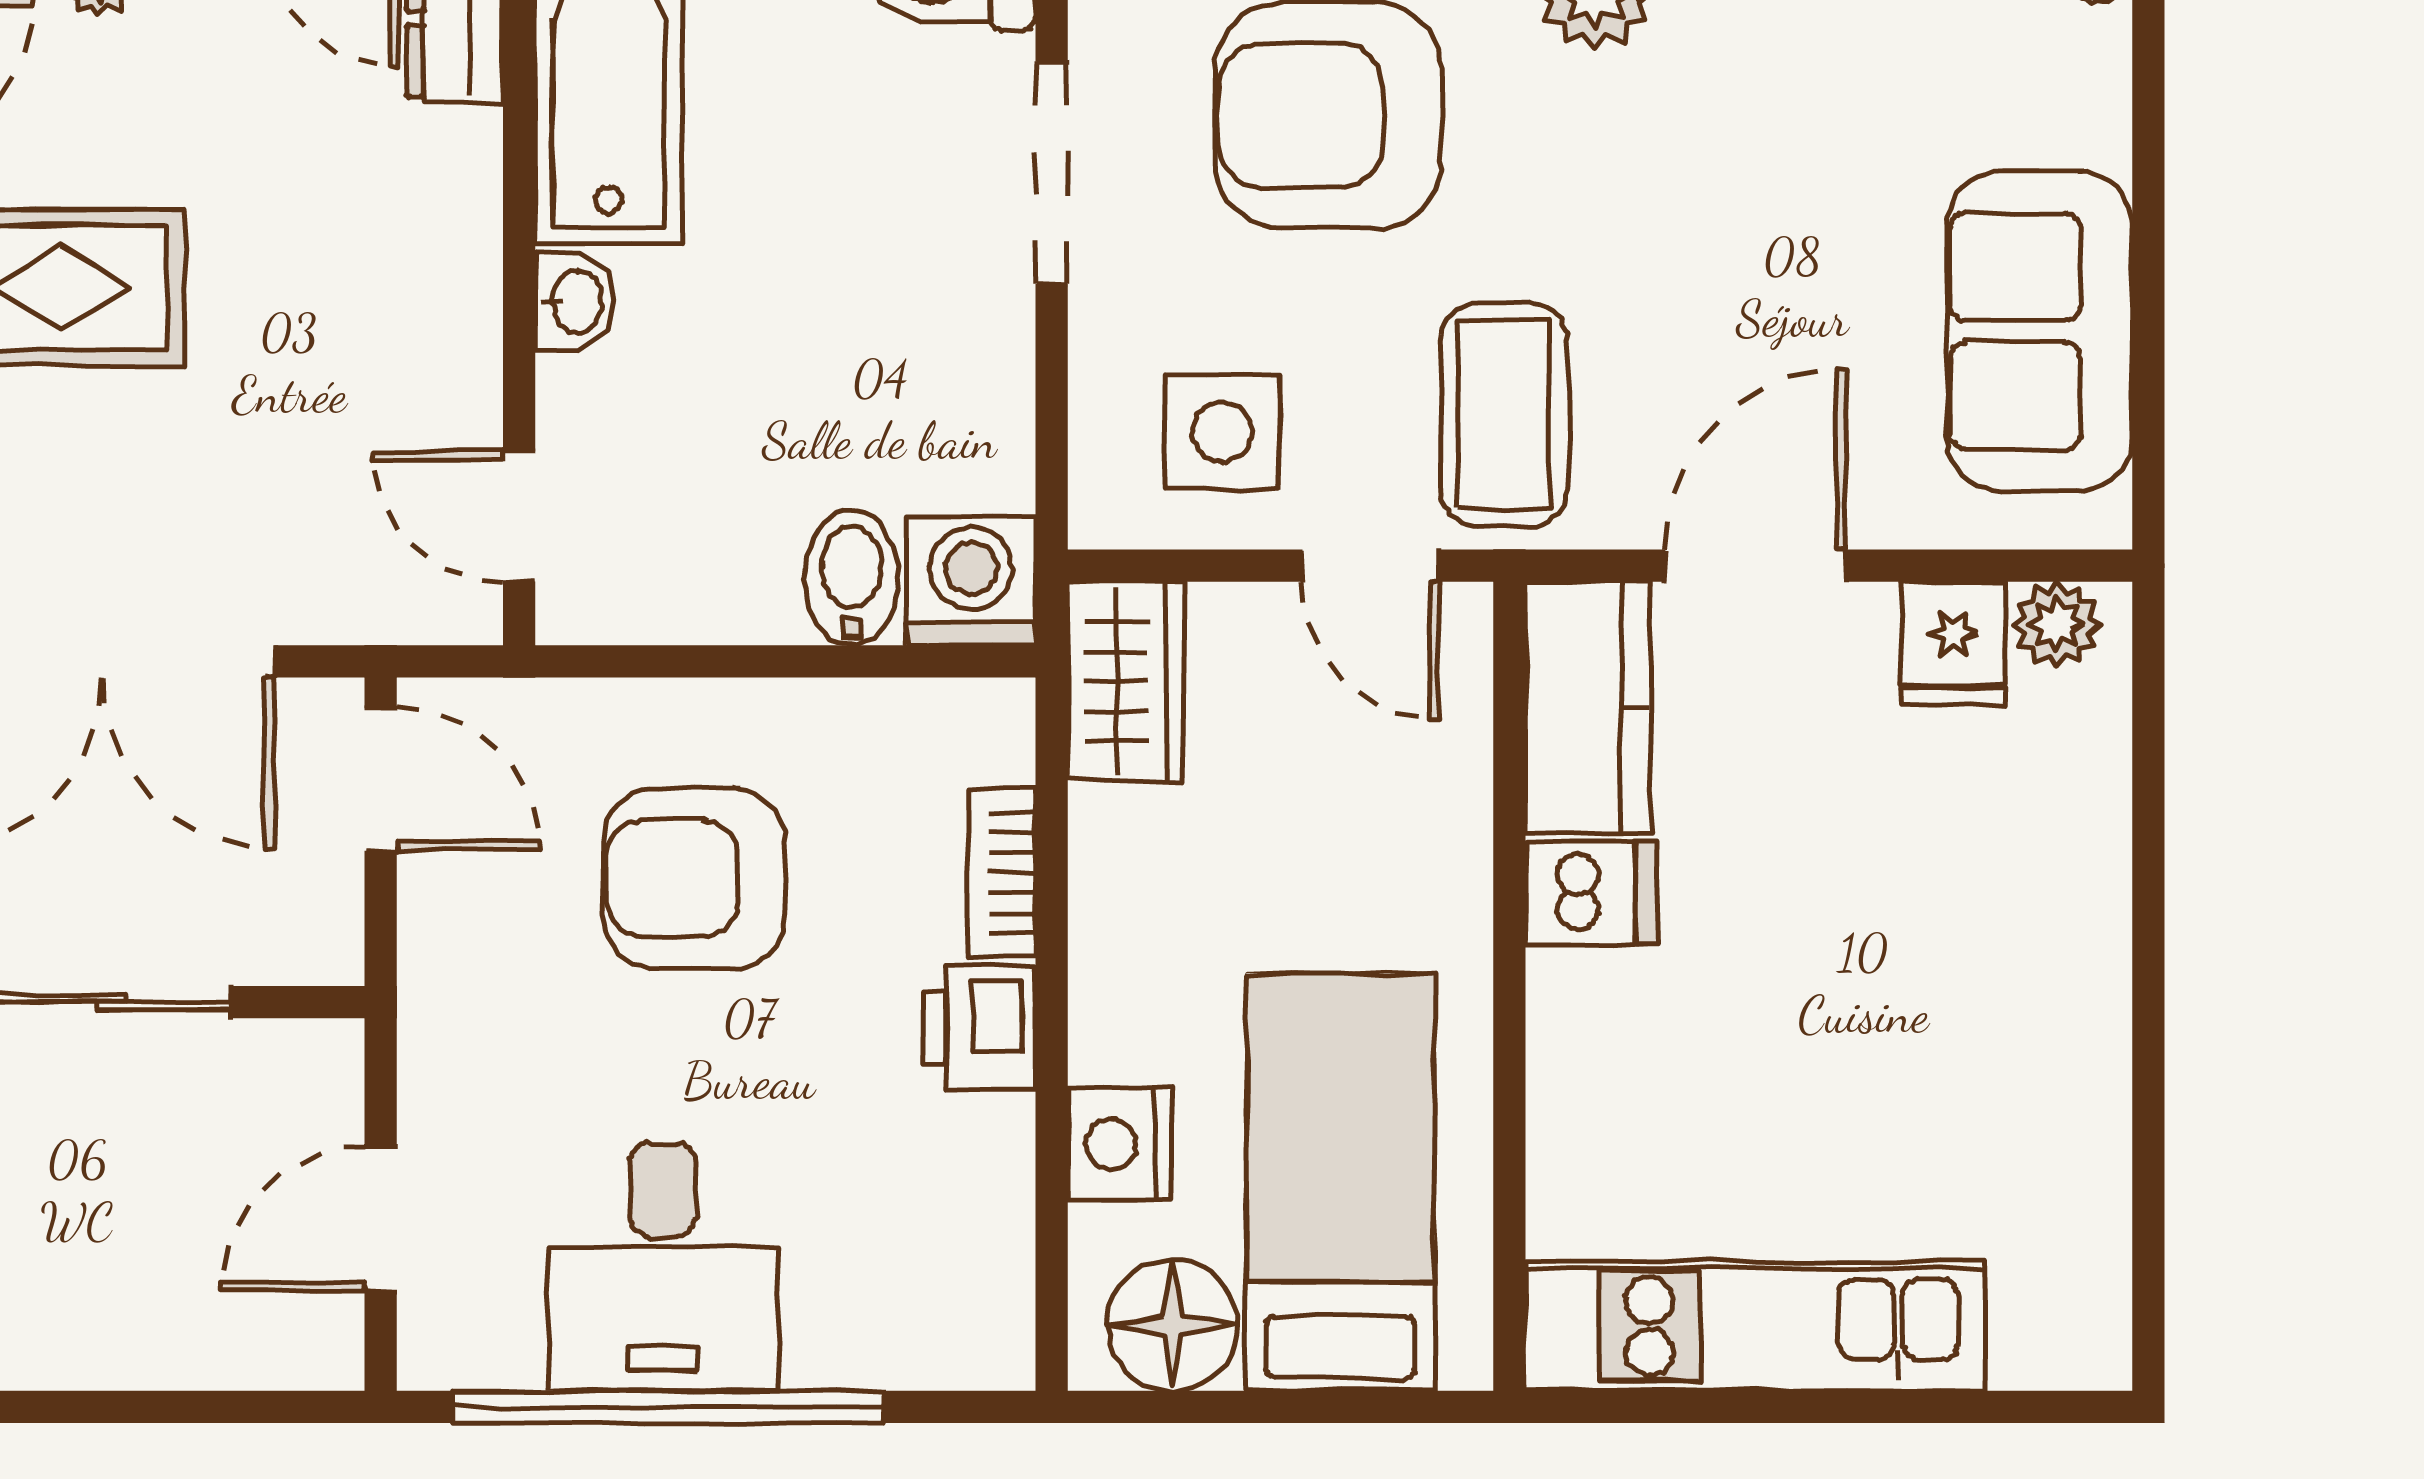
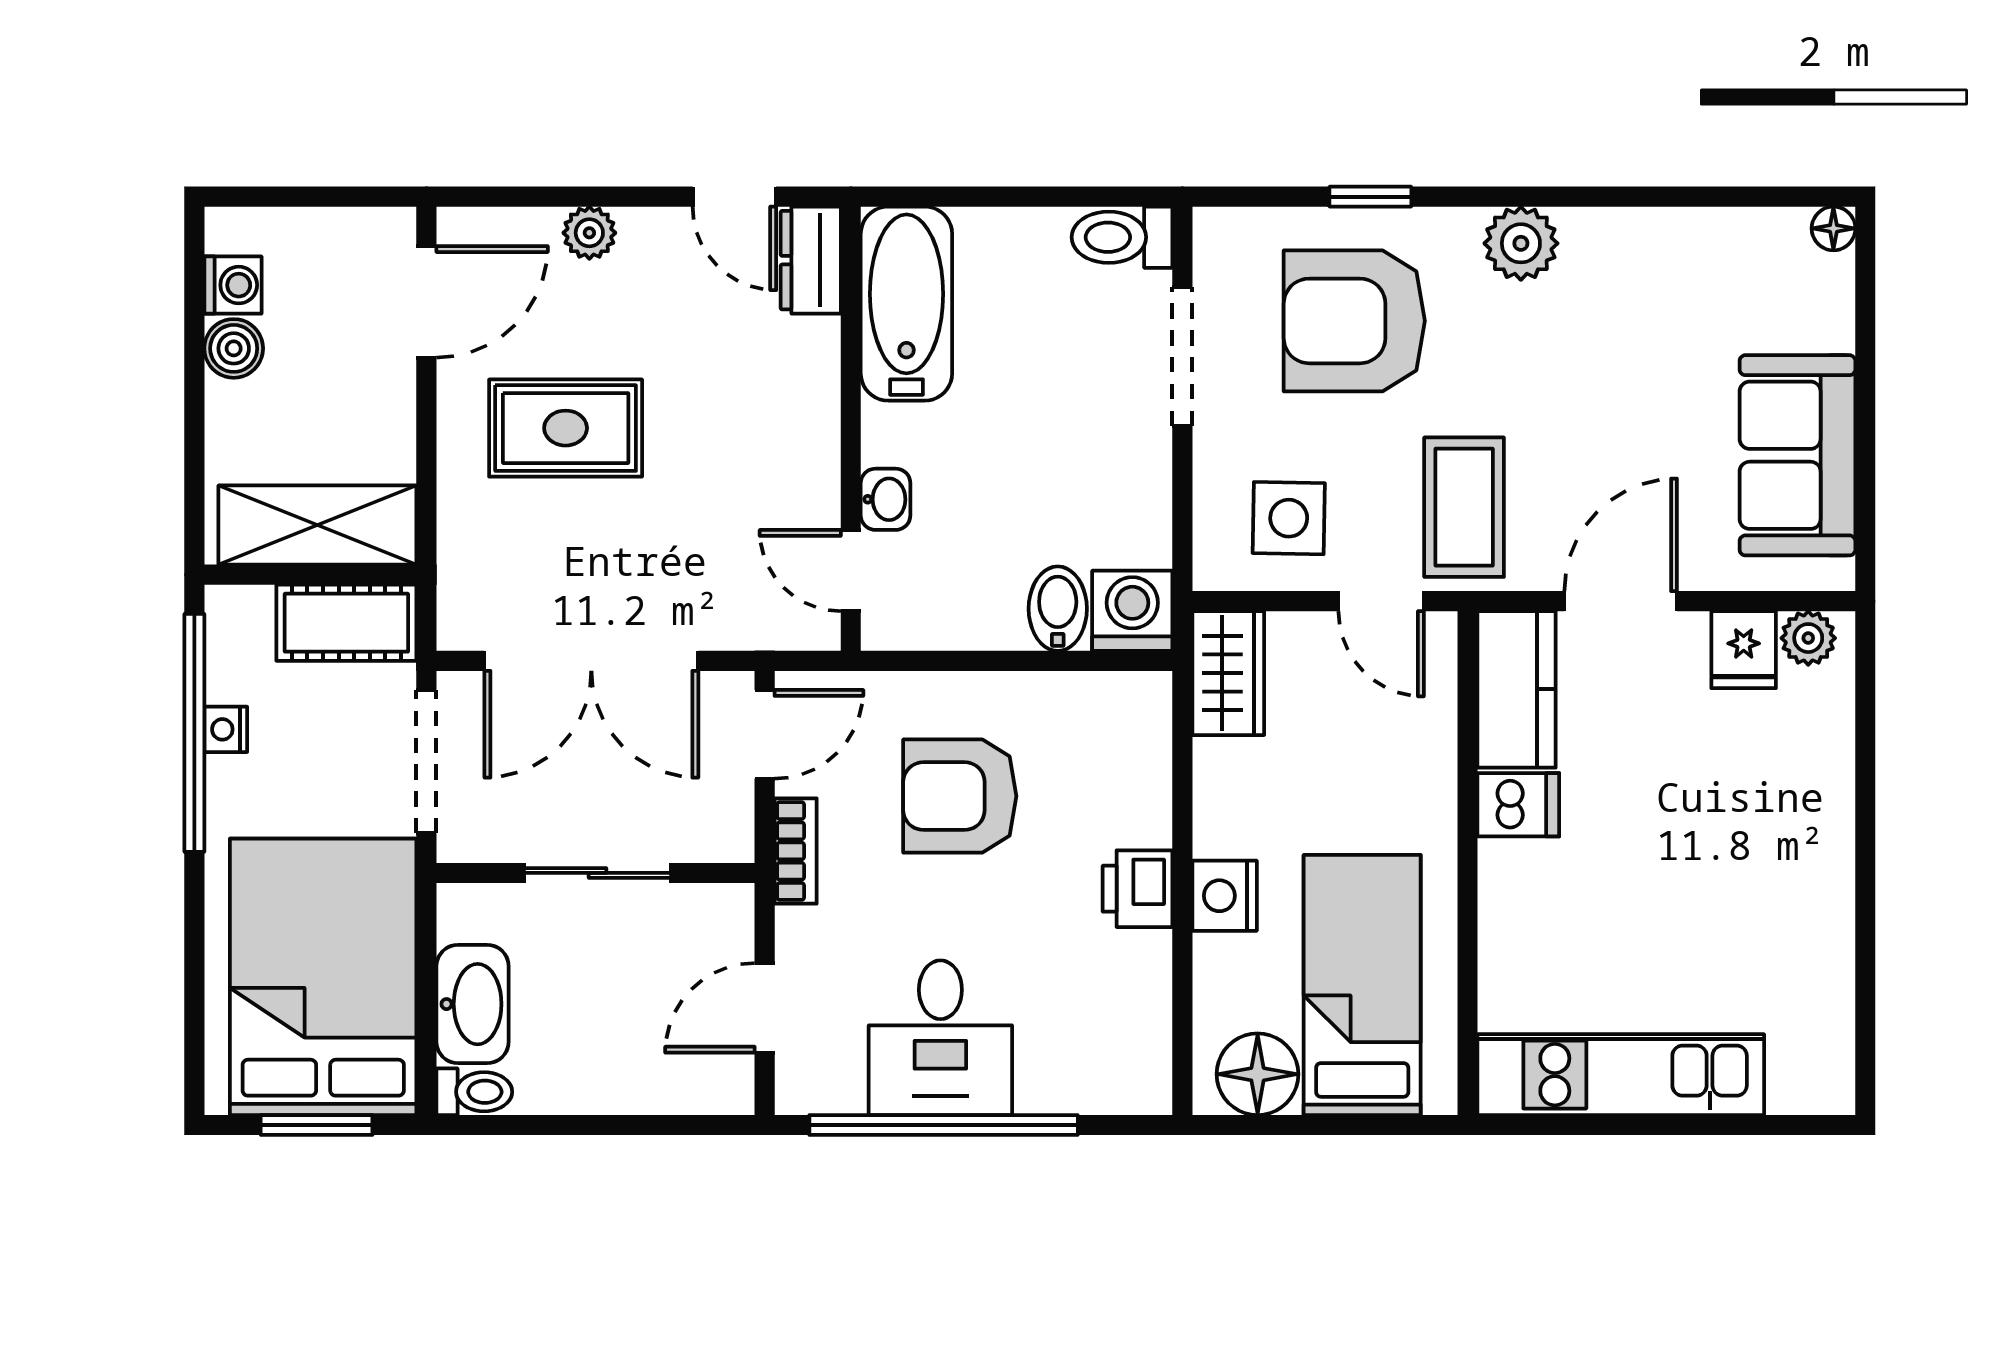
washbasin: (575, 301) -> (886, 499), moved
door: (381, 780) -> (765, 734), hinge flipped
bookcase: (1002, 873) -> (796, 851), moved, turned 180
nightstand: (1119, 1144) -> (1225, 896), moved

